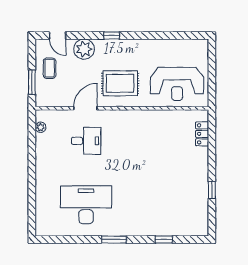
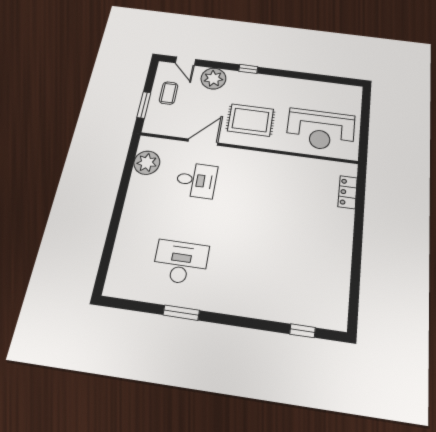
plant: (40, 127) -> (147, 163), width x1.88, depth x1.88
window: (212, 190) -> (356, 267), removed
desk: (86, 205) -> (181, 262), width x0.73, depth x0.77
window: (114, 240) -> (181, 313), moved
window: (164, 240) -> (303, 331), moved

